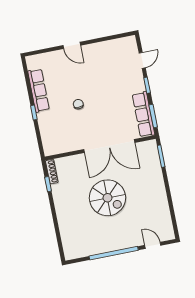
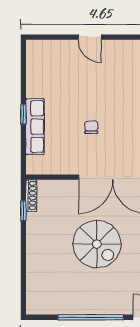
row of seats: (39, 90) -> (35, 127), moved
chair: (78, 104) -> (91, 127), moved

